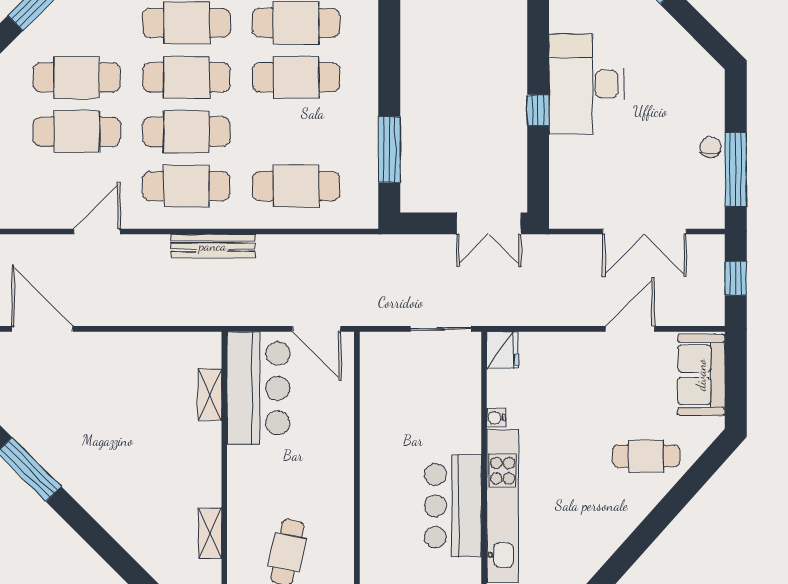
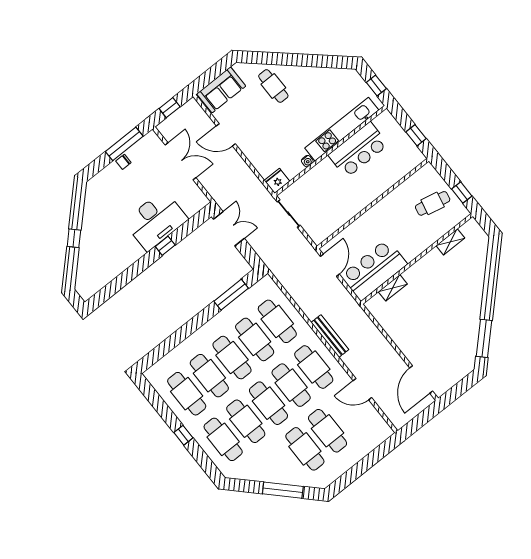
desk: (586, 84) -> (156, 220), moved
cafe table: (296, 132) -> (255, 339), added

